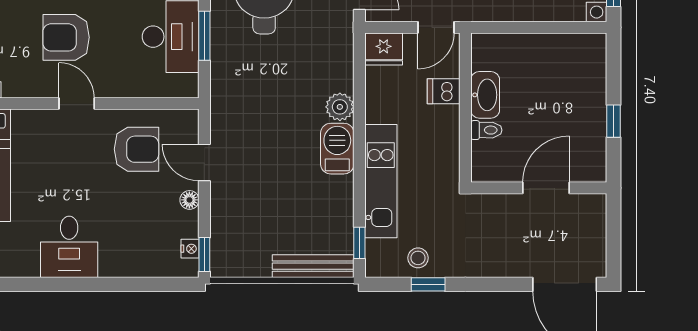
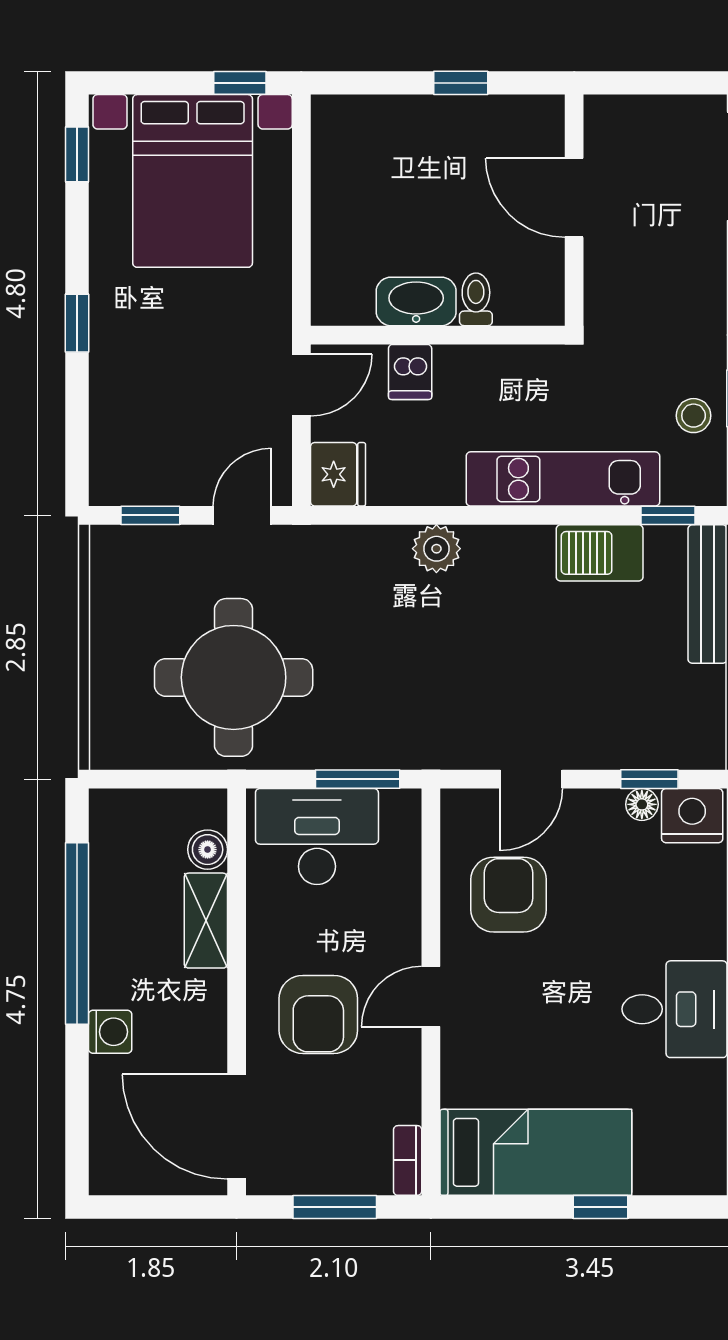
door: (436, 27) -> (301, 385), hinge flipped
window: (204, 36) -> (358, 779), moved
barbecue: (337, 149) -> (600, 553), moved
floor lamp: (189, 200) -> (642, 804), moved
nightstand: (190, 249) -> (692, 816), width x1.89, depth x1.79
window: (204, 254) -> (649, 779), moved

